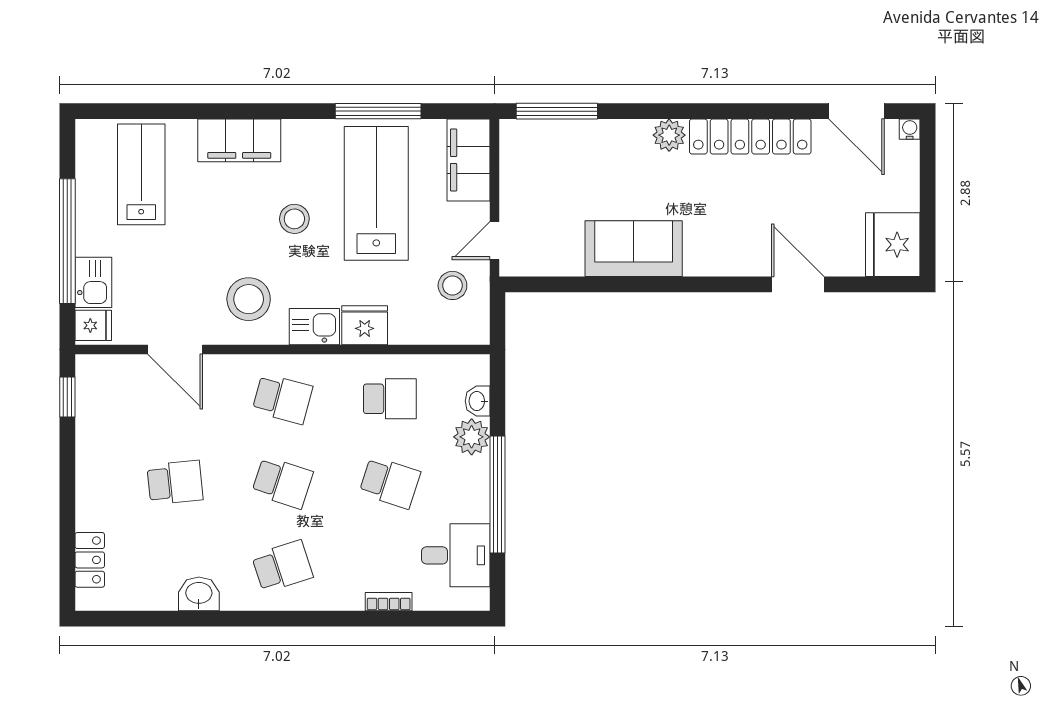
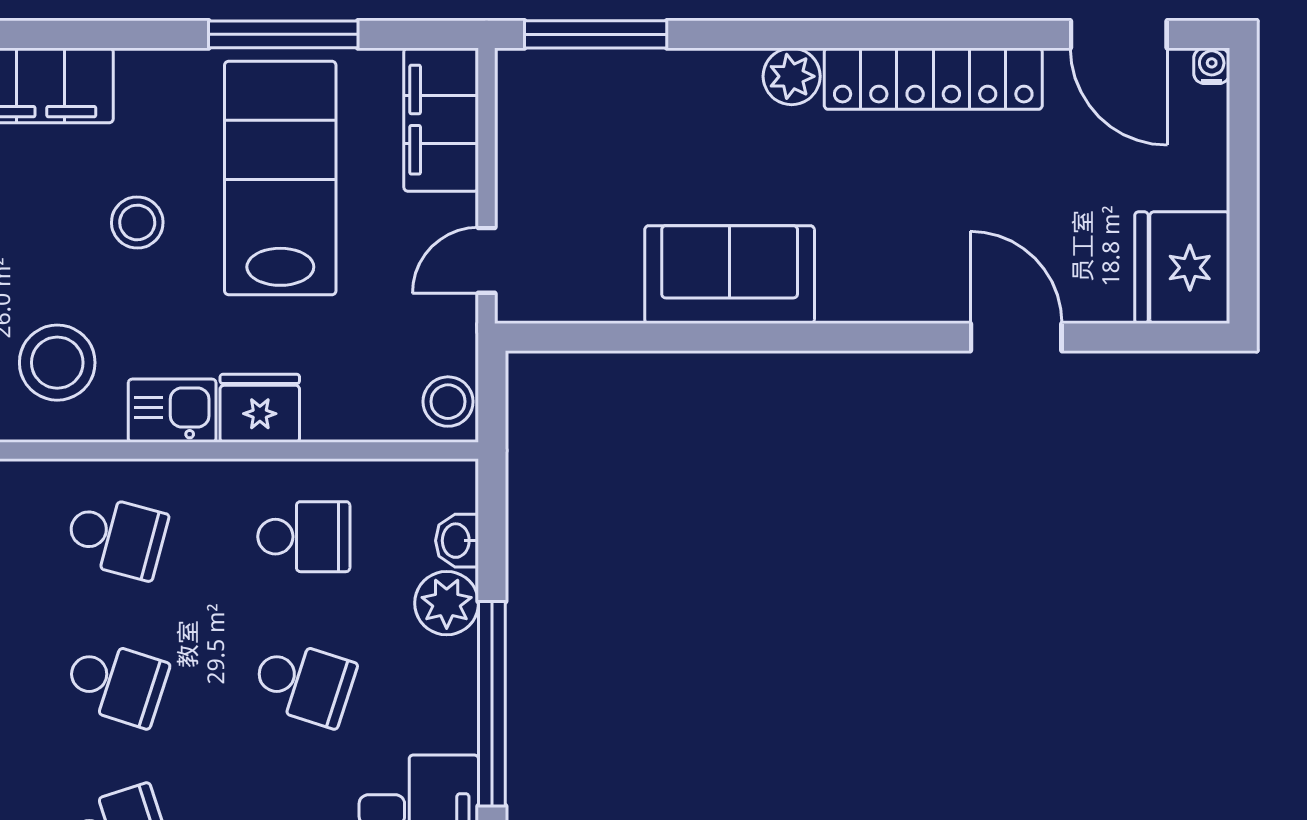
stool: (452, 285) -> (448, 402), moved

